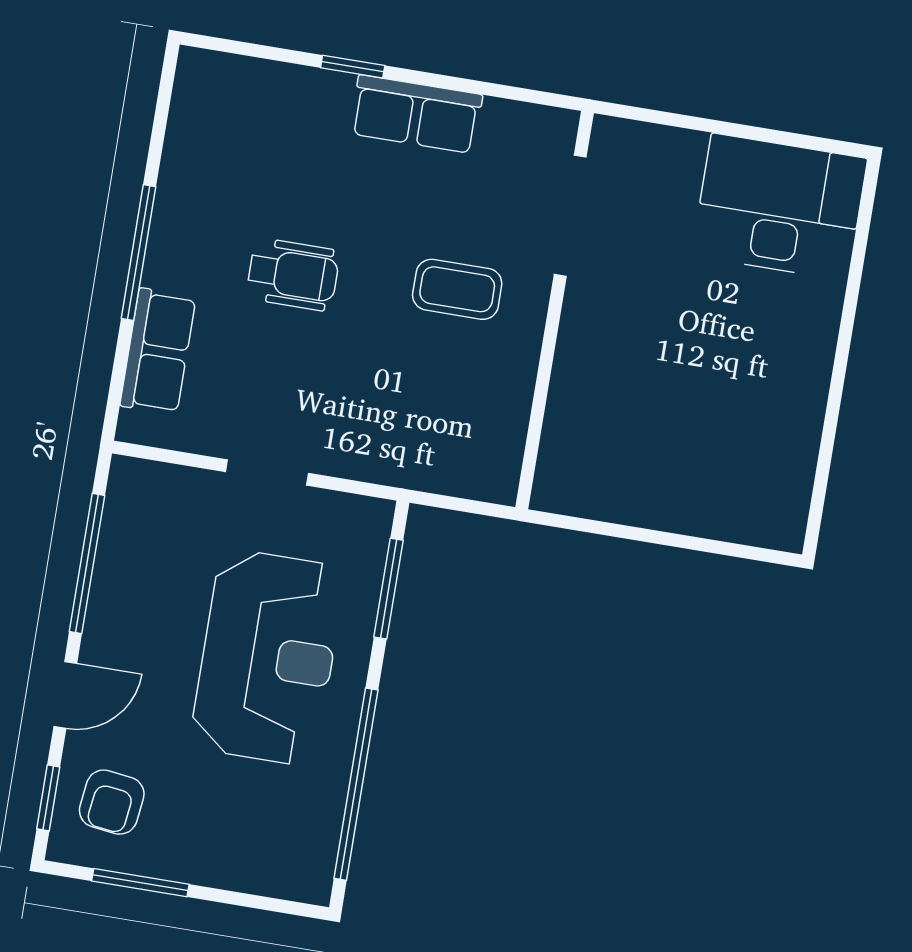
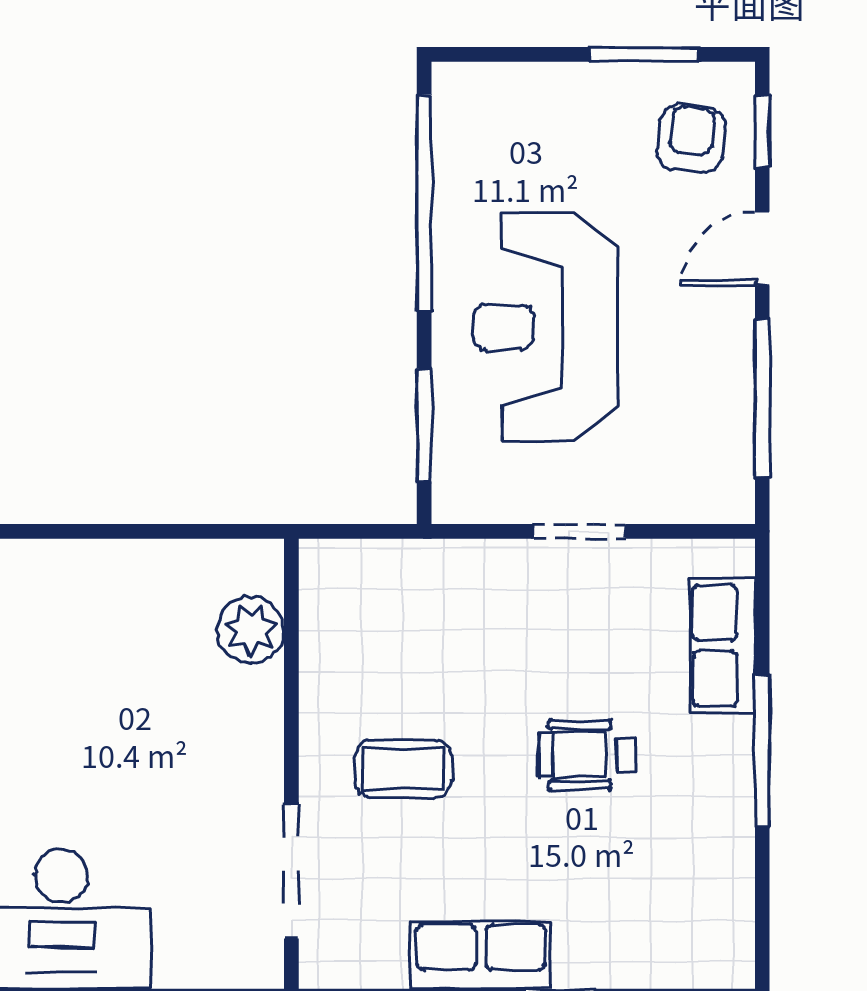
plant: (571, 433) -> (251, 630), added

